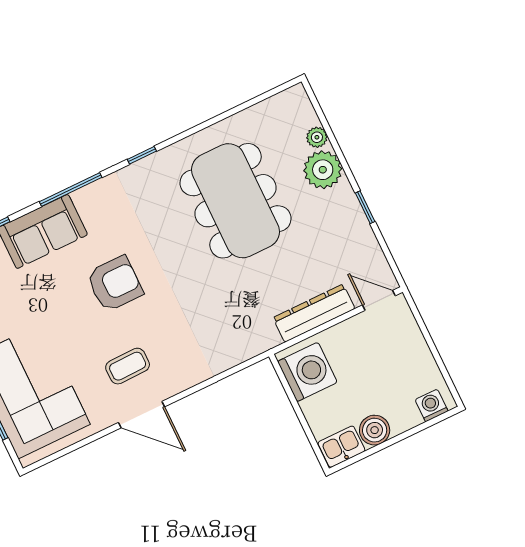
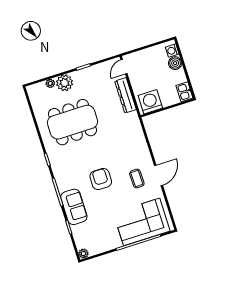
boiler: (375, 430) -> (175, 63), moved

